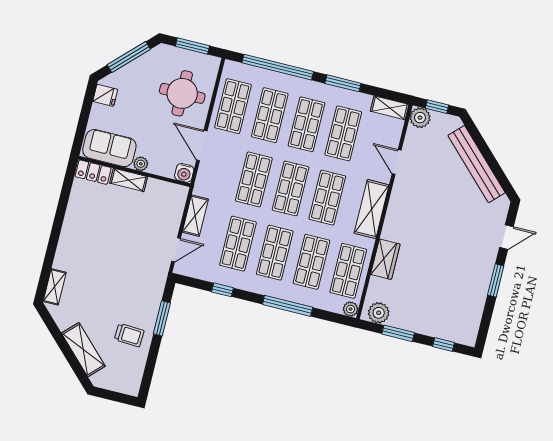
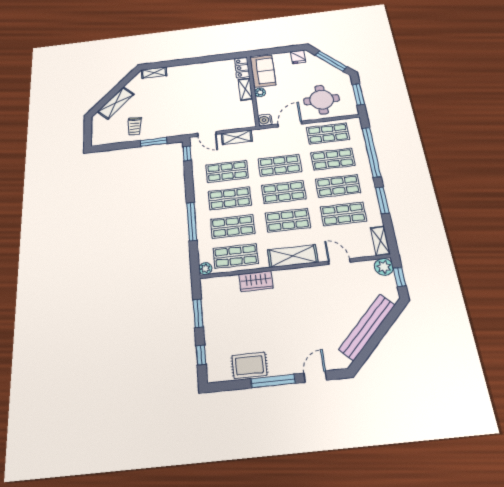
door: (397, 162) -> (339, 262), hinge flipped
door: (506, 237) -> (315, 377), swing flipped
window: (496, 280) -> (273, 381), width x1.44
window: (223, 290) -> (187, 153), moved
rug: (472, 299) -> (249, 365), added
plant: (379, 313) -> (210, 292), removed

